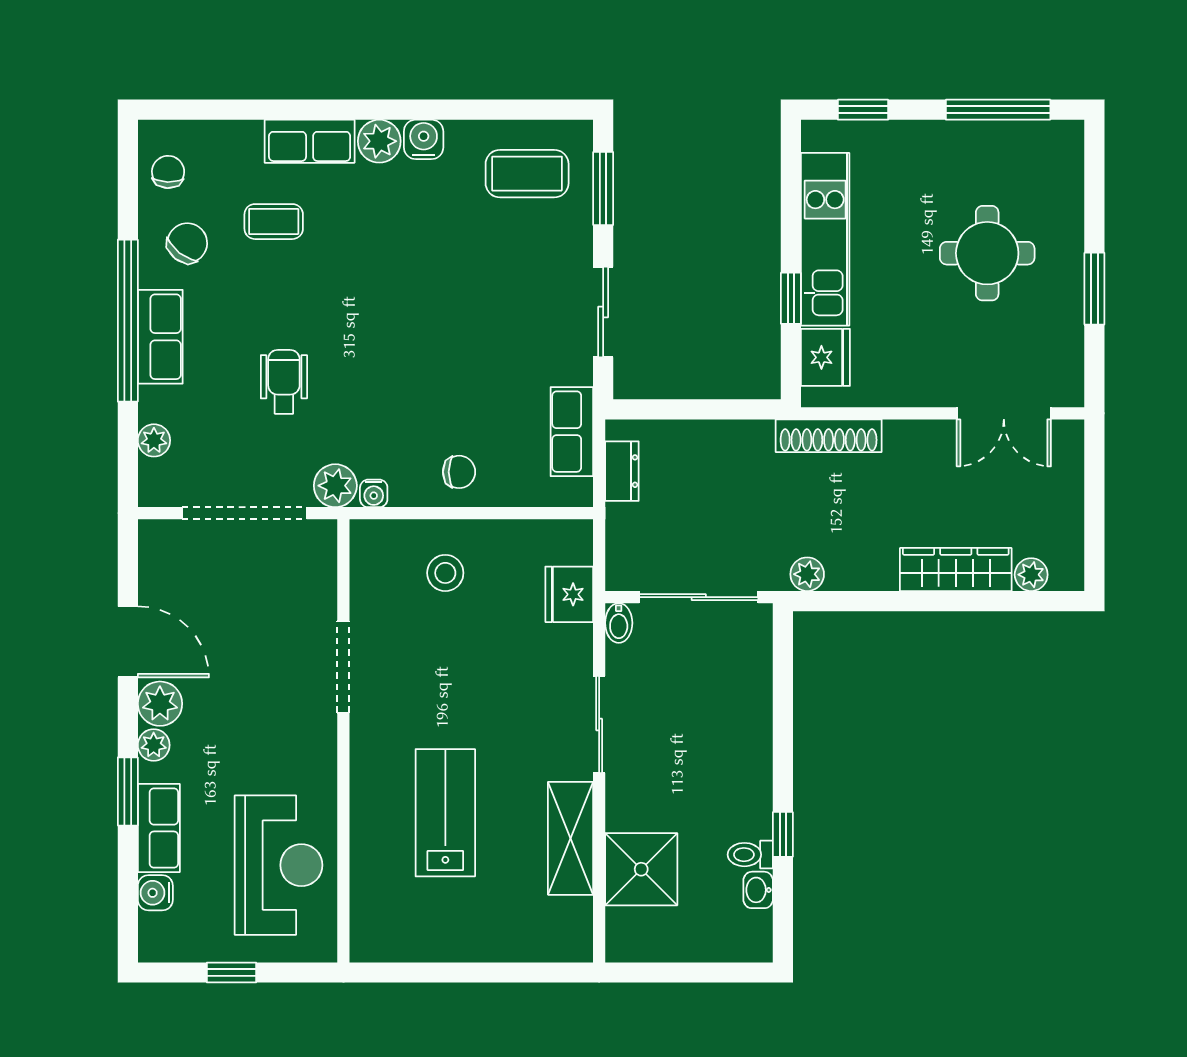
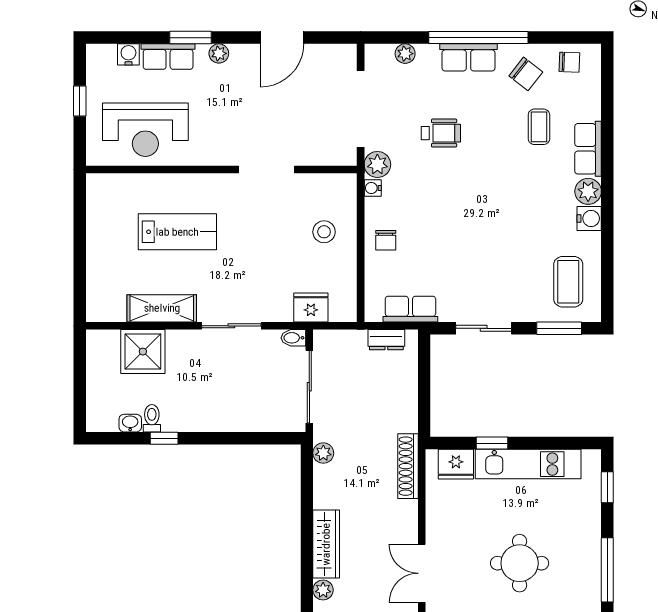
plant: (160, 704) -> (244, 57), removed

